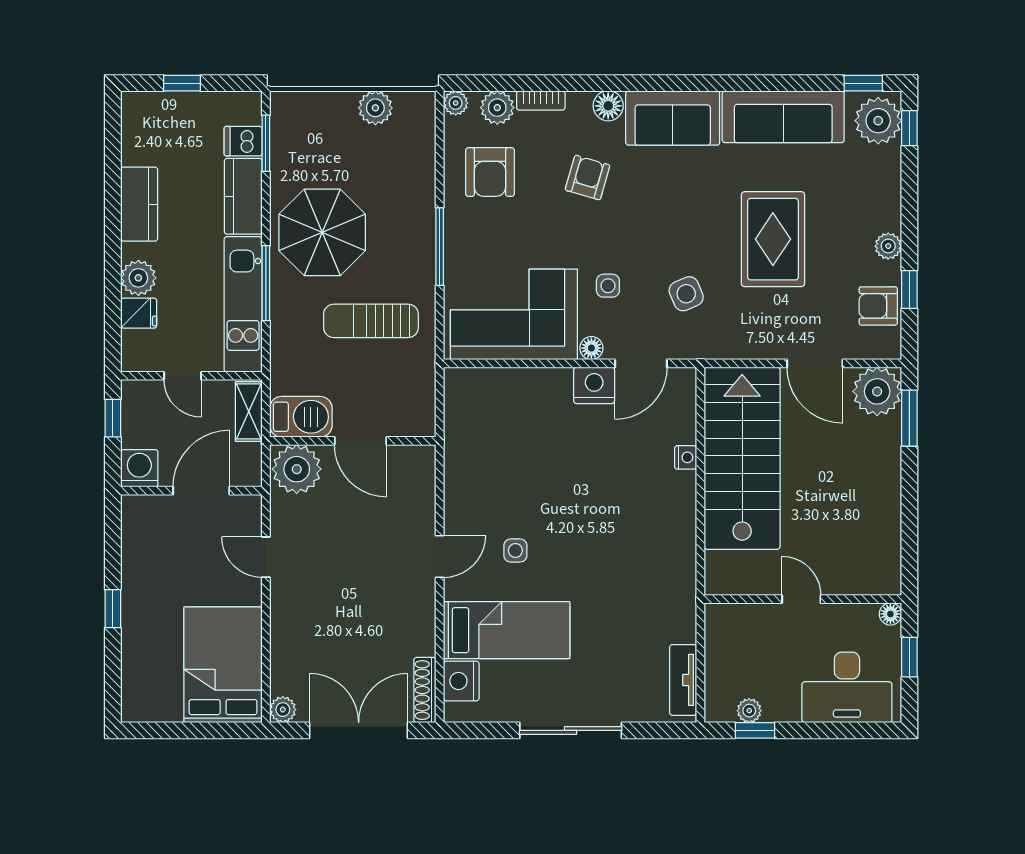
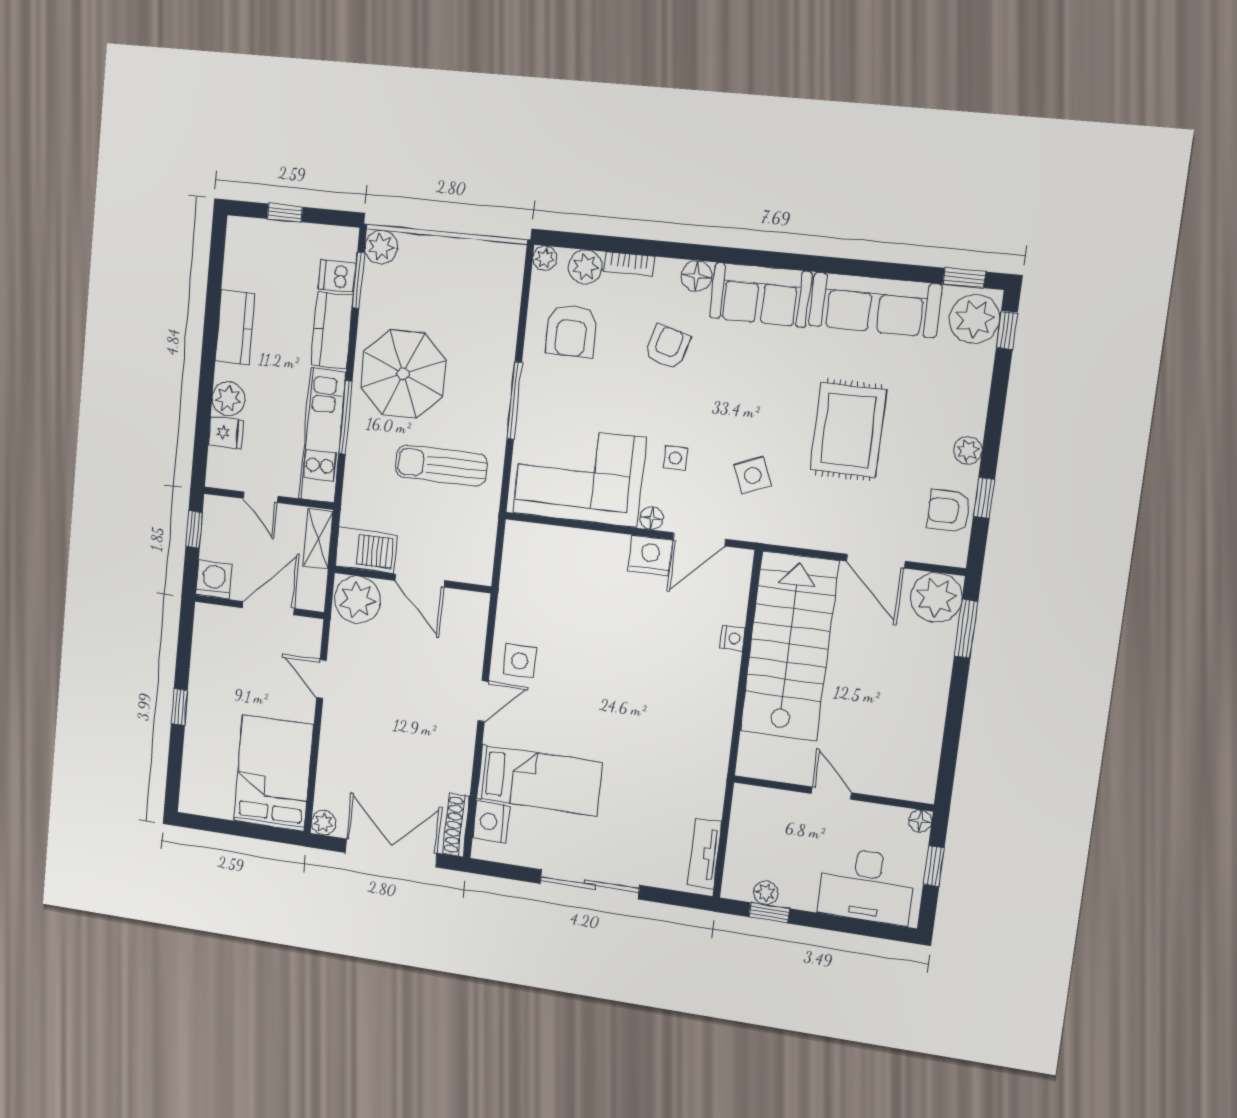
plant: (375, 108) -> (381, 247), moved
side table: (515, 551) -> (520, 661), moved, width x1.37, depth x1.37

